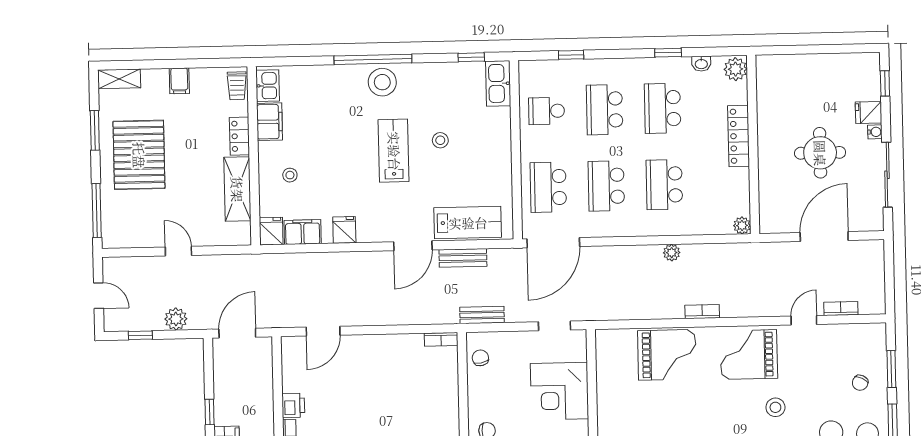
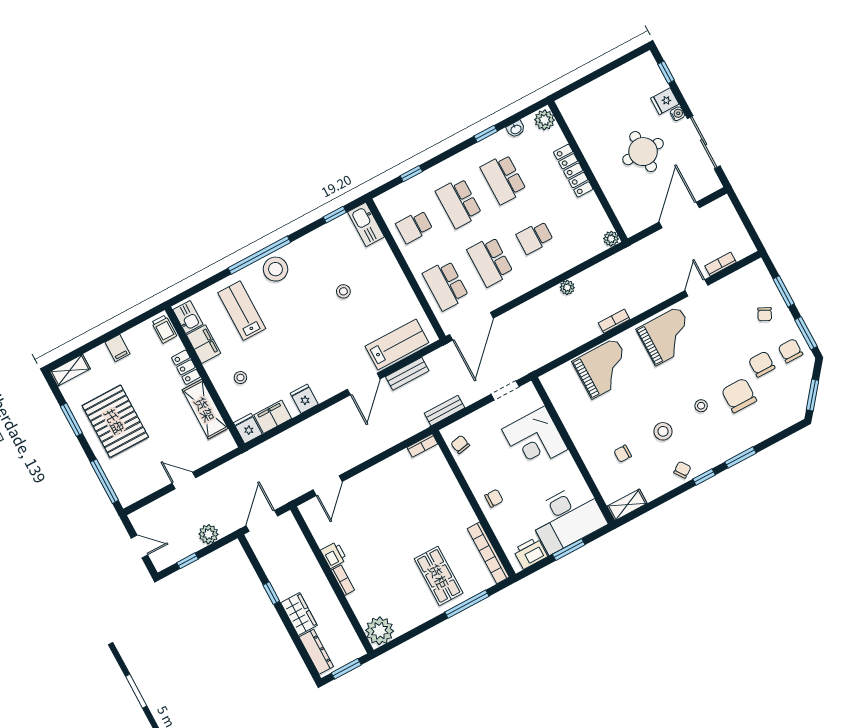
lab bench: (394, 151) -> (242, 311), moved
school desk: (664, 185) -> (535, 238), width x0.54
grand piano: (749, 355) -> (667, 336), turned 180
stool: (775, 407) -> (709, 367), removed

